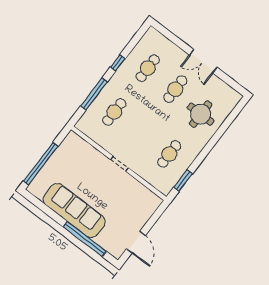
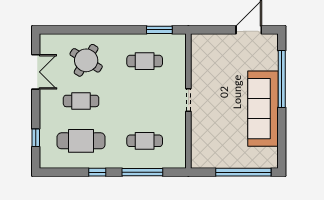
window: (174, 39) -> (36, 138), added
double door: (203, 61) -> (36, 72), moved
cafe table: (148, 68) -> (81, 141), width x1.37, depth x1.35
round table: (201, 114) -> (86, 60), turned 32

